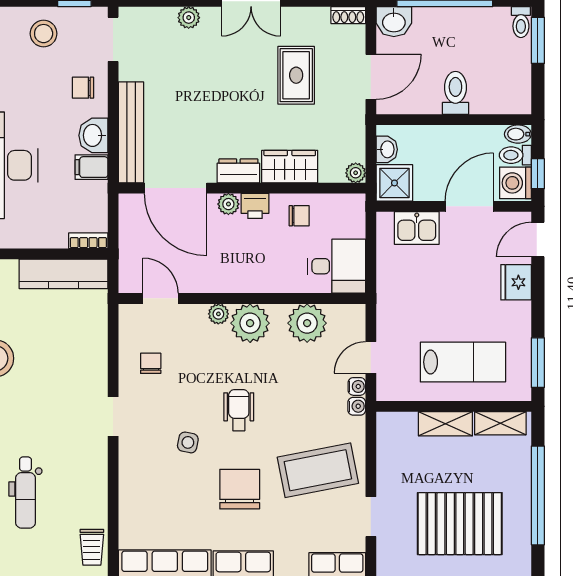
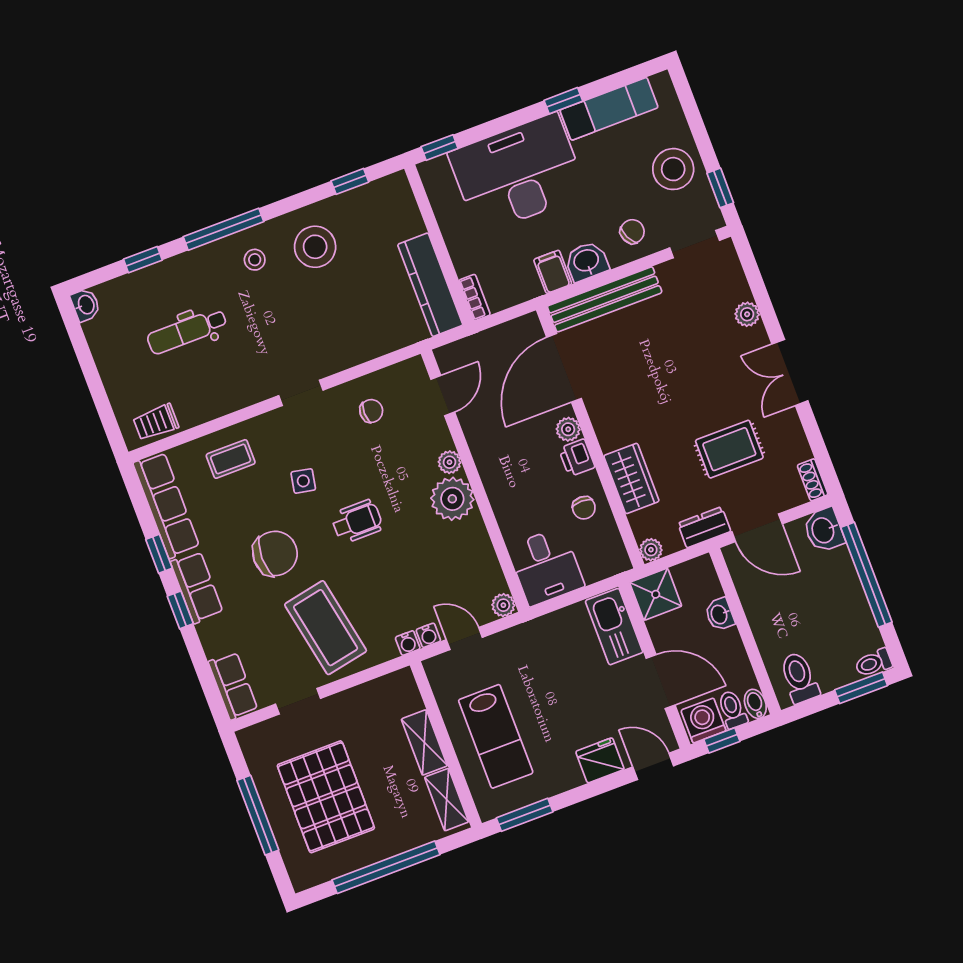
stool: (44, 34) -> (673, 169), width x1.38, depth x1.38
chair: (83, 88) -> (632, 232), turned 65
toilet: (455, 93) -> (799, 678), moved, turned -90
washbasin: (387, 149) -> (720, 614), moved, turned 90
dresser: (238, 171) -> (704, 527), moved, turned -90
kitchen sink: (417, 228) -> (614, 627), width x1.38
plant: (307, 323) -> (503, 605), moved, width x0.53, depth x0.53
coffee table: (146, 496) -> (231, 459), added

